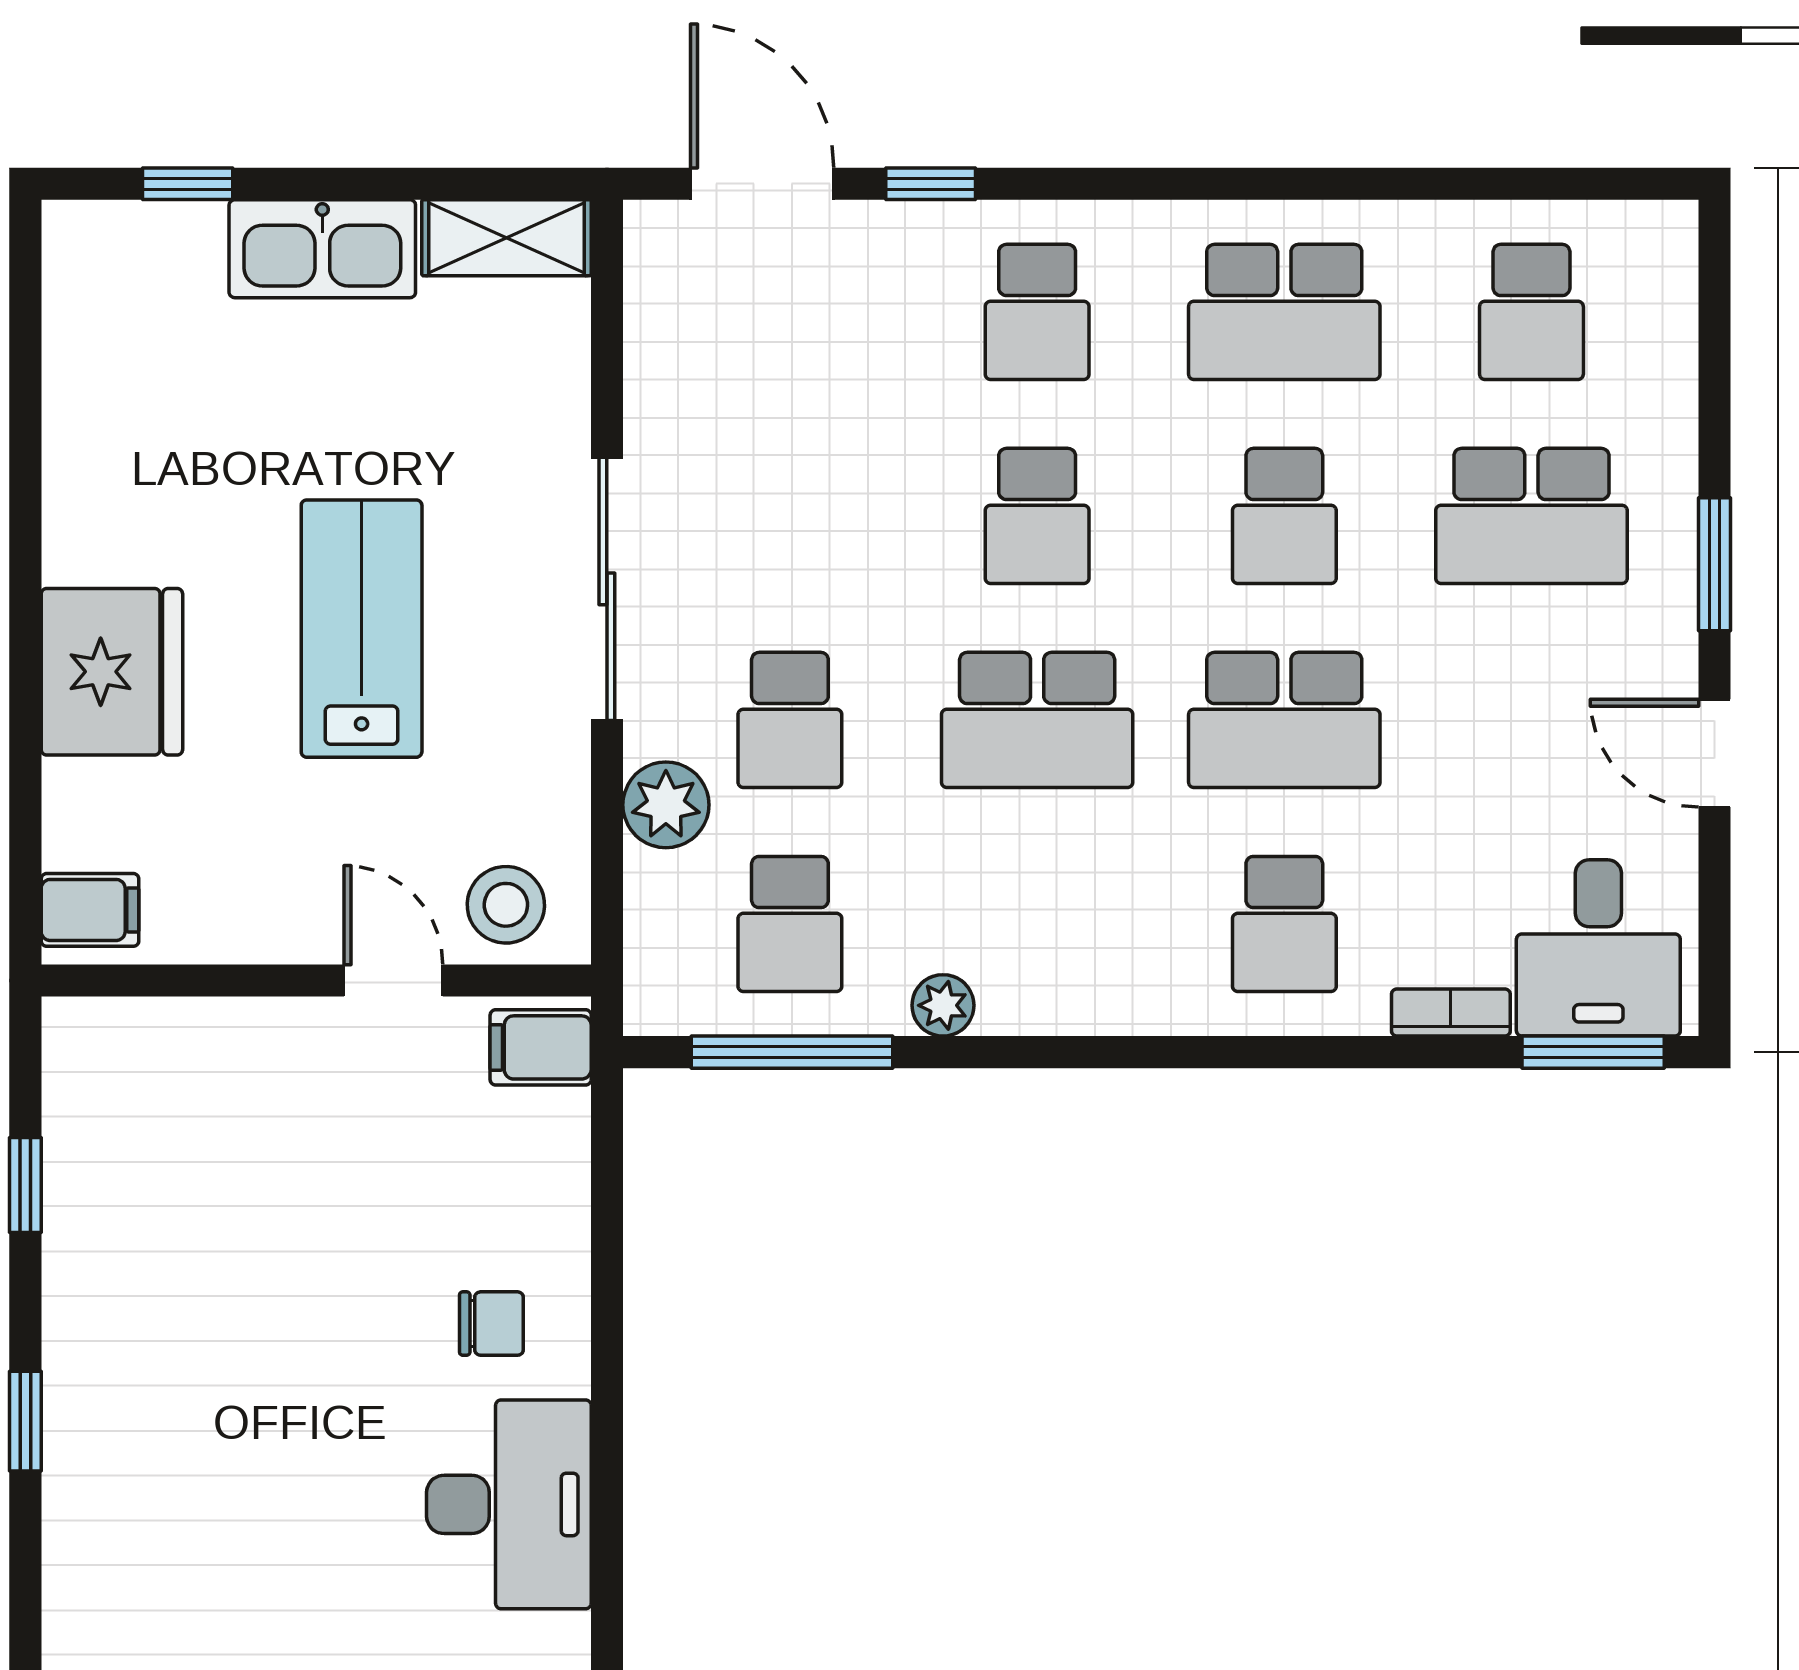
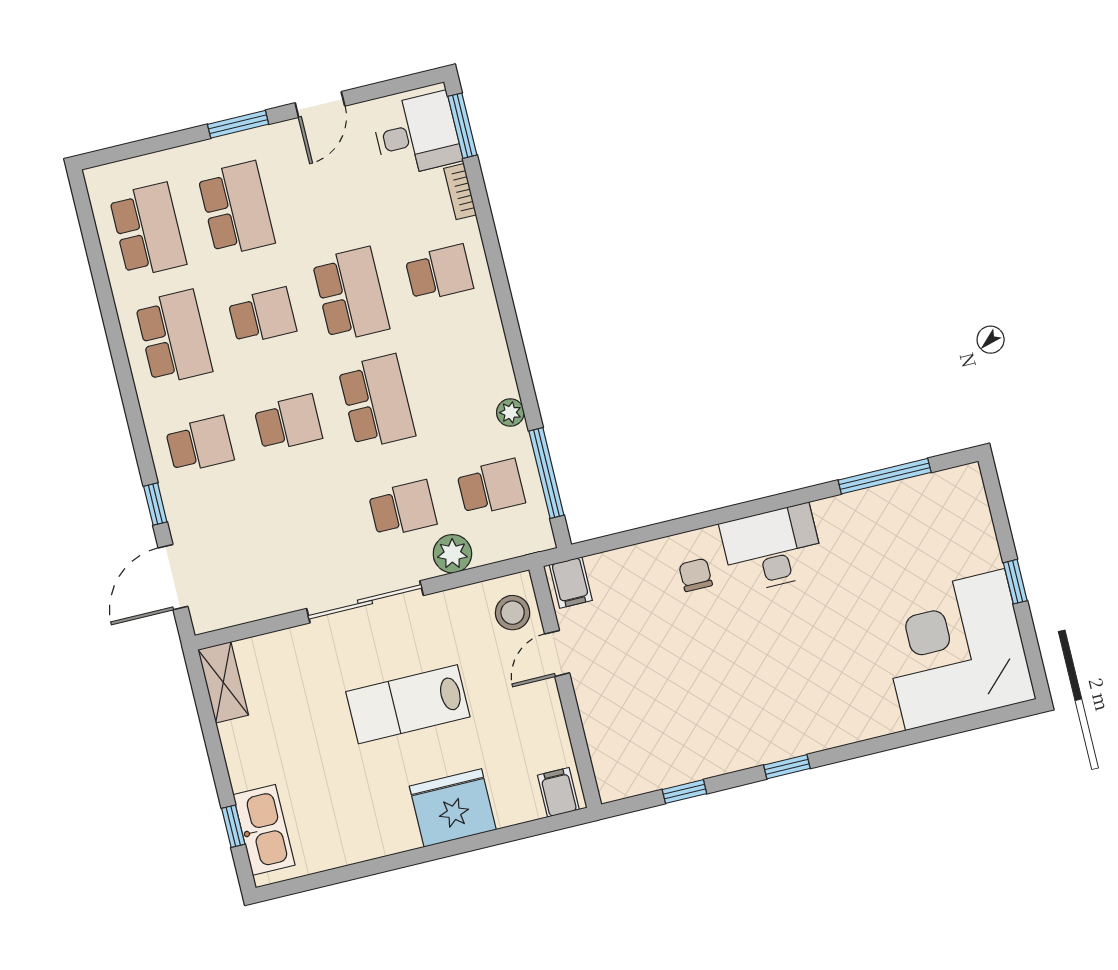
kitchen sink: (322, 249) -> (264, 830), moved
school desk: (1531, 312) -> (148, 230), width x1.85

